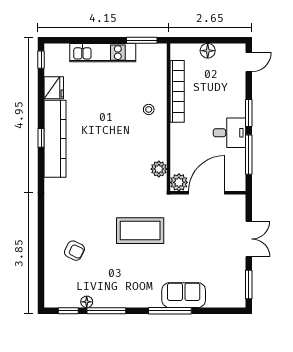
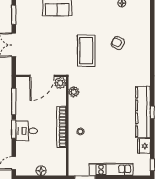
bookcase: (177, 91) -> (61, 127), moved
desk: (229, 133) -> (27, 131), moved
coffee table: (140, 231) -> (86, 51), turned 90
armchair: (74, 251) -> (118, 43), moved

